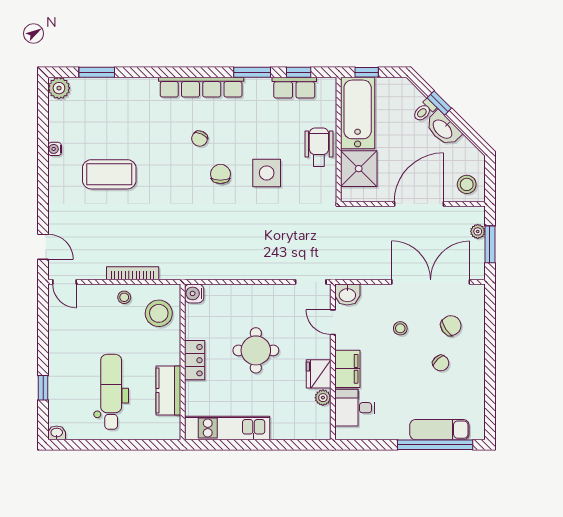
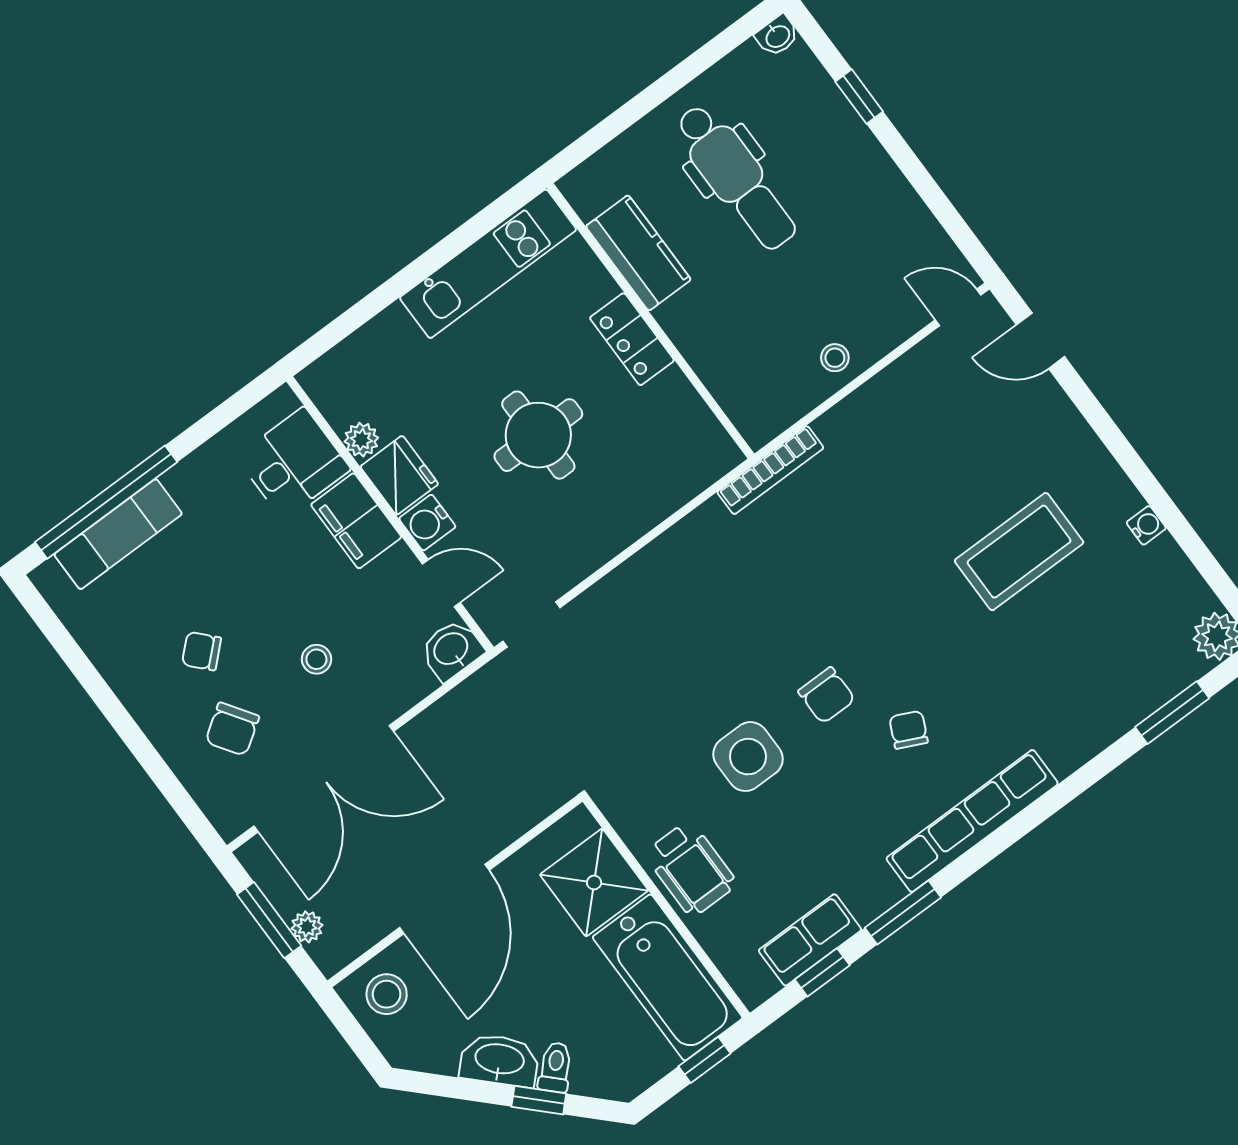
bookcase: (133, 273) -> (770, 470), moved
water cooler: (194, 293) -> (427, 523), moved, turned 180
stool: (159, 313) -> (754, 374), removed

